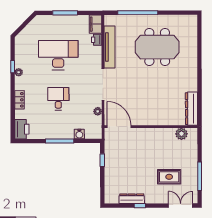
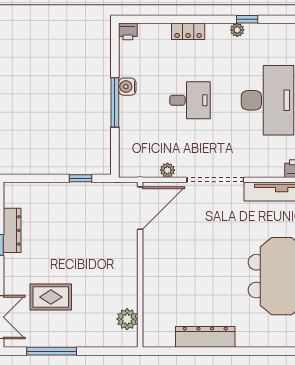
dresser: (191, 109) -> (205, 337), moved
printer: (22, 129) -> (128, 31), width x0.53, depth x0.68
water cooler: (79, 134) -> (127, 87), moved
rug: (169, 177) -> (51, 297), turned 90

